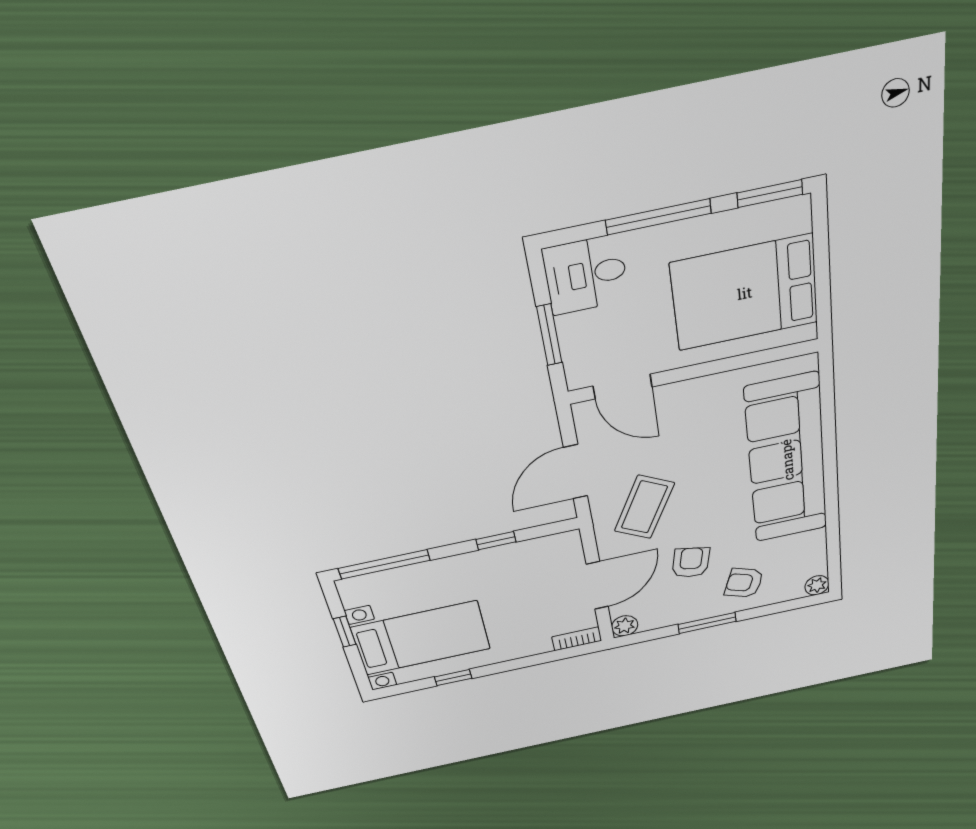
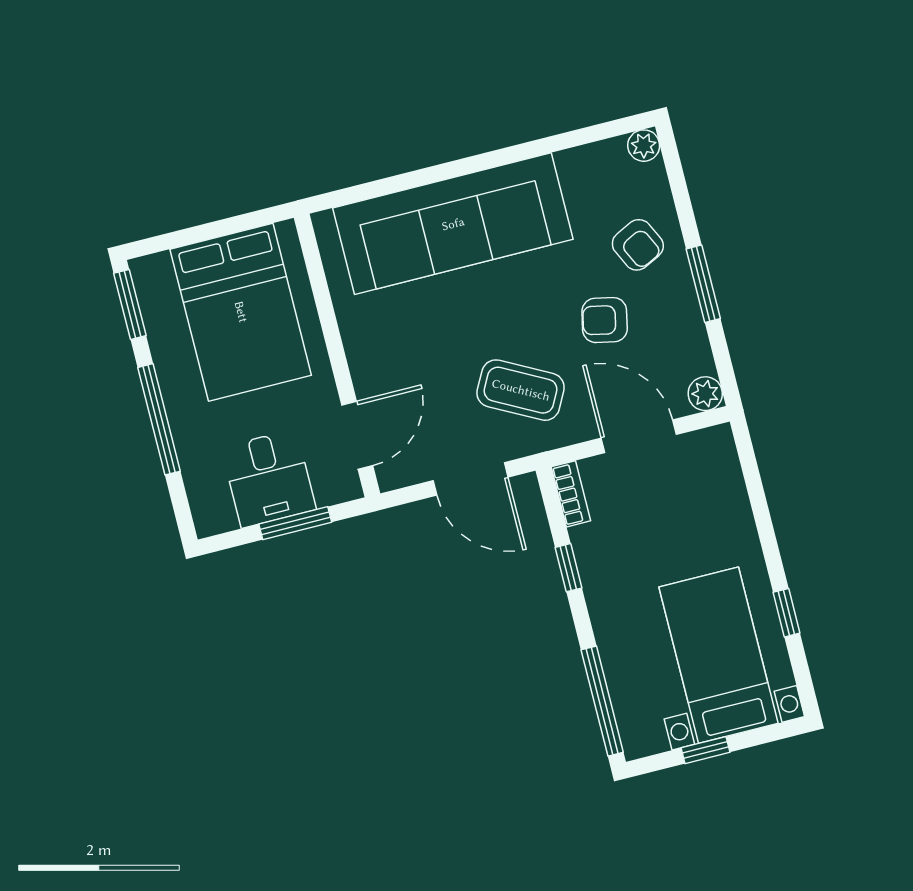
desk: (586, 275) -> (269, 478), moved
armchair: (744, 583) -> (638, 245), turned -46
bookcase: (577, 639) -> (571, 494), moved, turned 180

